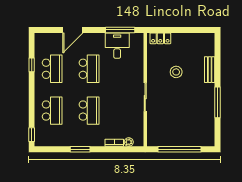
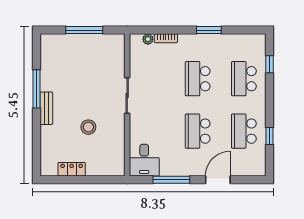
window: (120, 30) -> (171, 180), moved
locker: (160, 38) -> (72, 169), moved
desk: (117, 46) -> (144, 160), moved
bench: (210, 70) -> (46, 108), moved
window: (32, 135) -> (270, 64), moved
window: (179, 149) -> (84, 30), width x0.68

